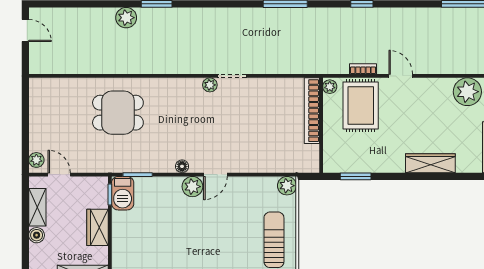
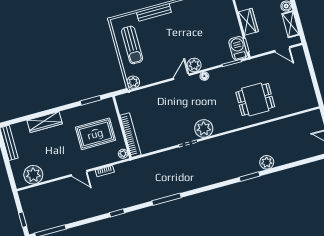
plant: (210, 85) -> (204, 129), width x1.87, depth x1.87
rug: (361, 106) -> (95, 134), moved, turned 90
plant: (36, 160) -> (300, 55), removed

